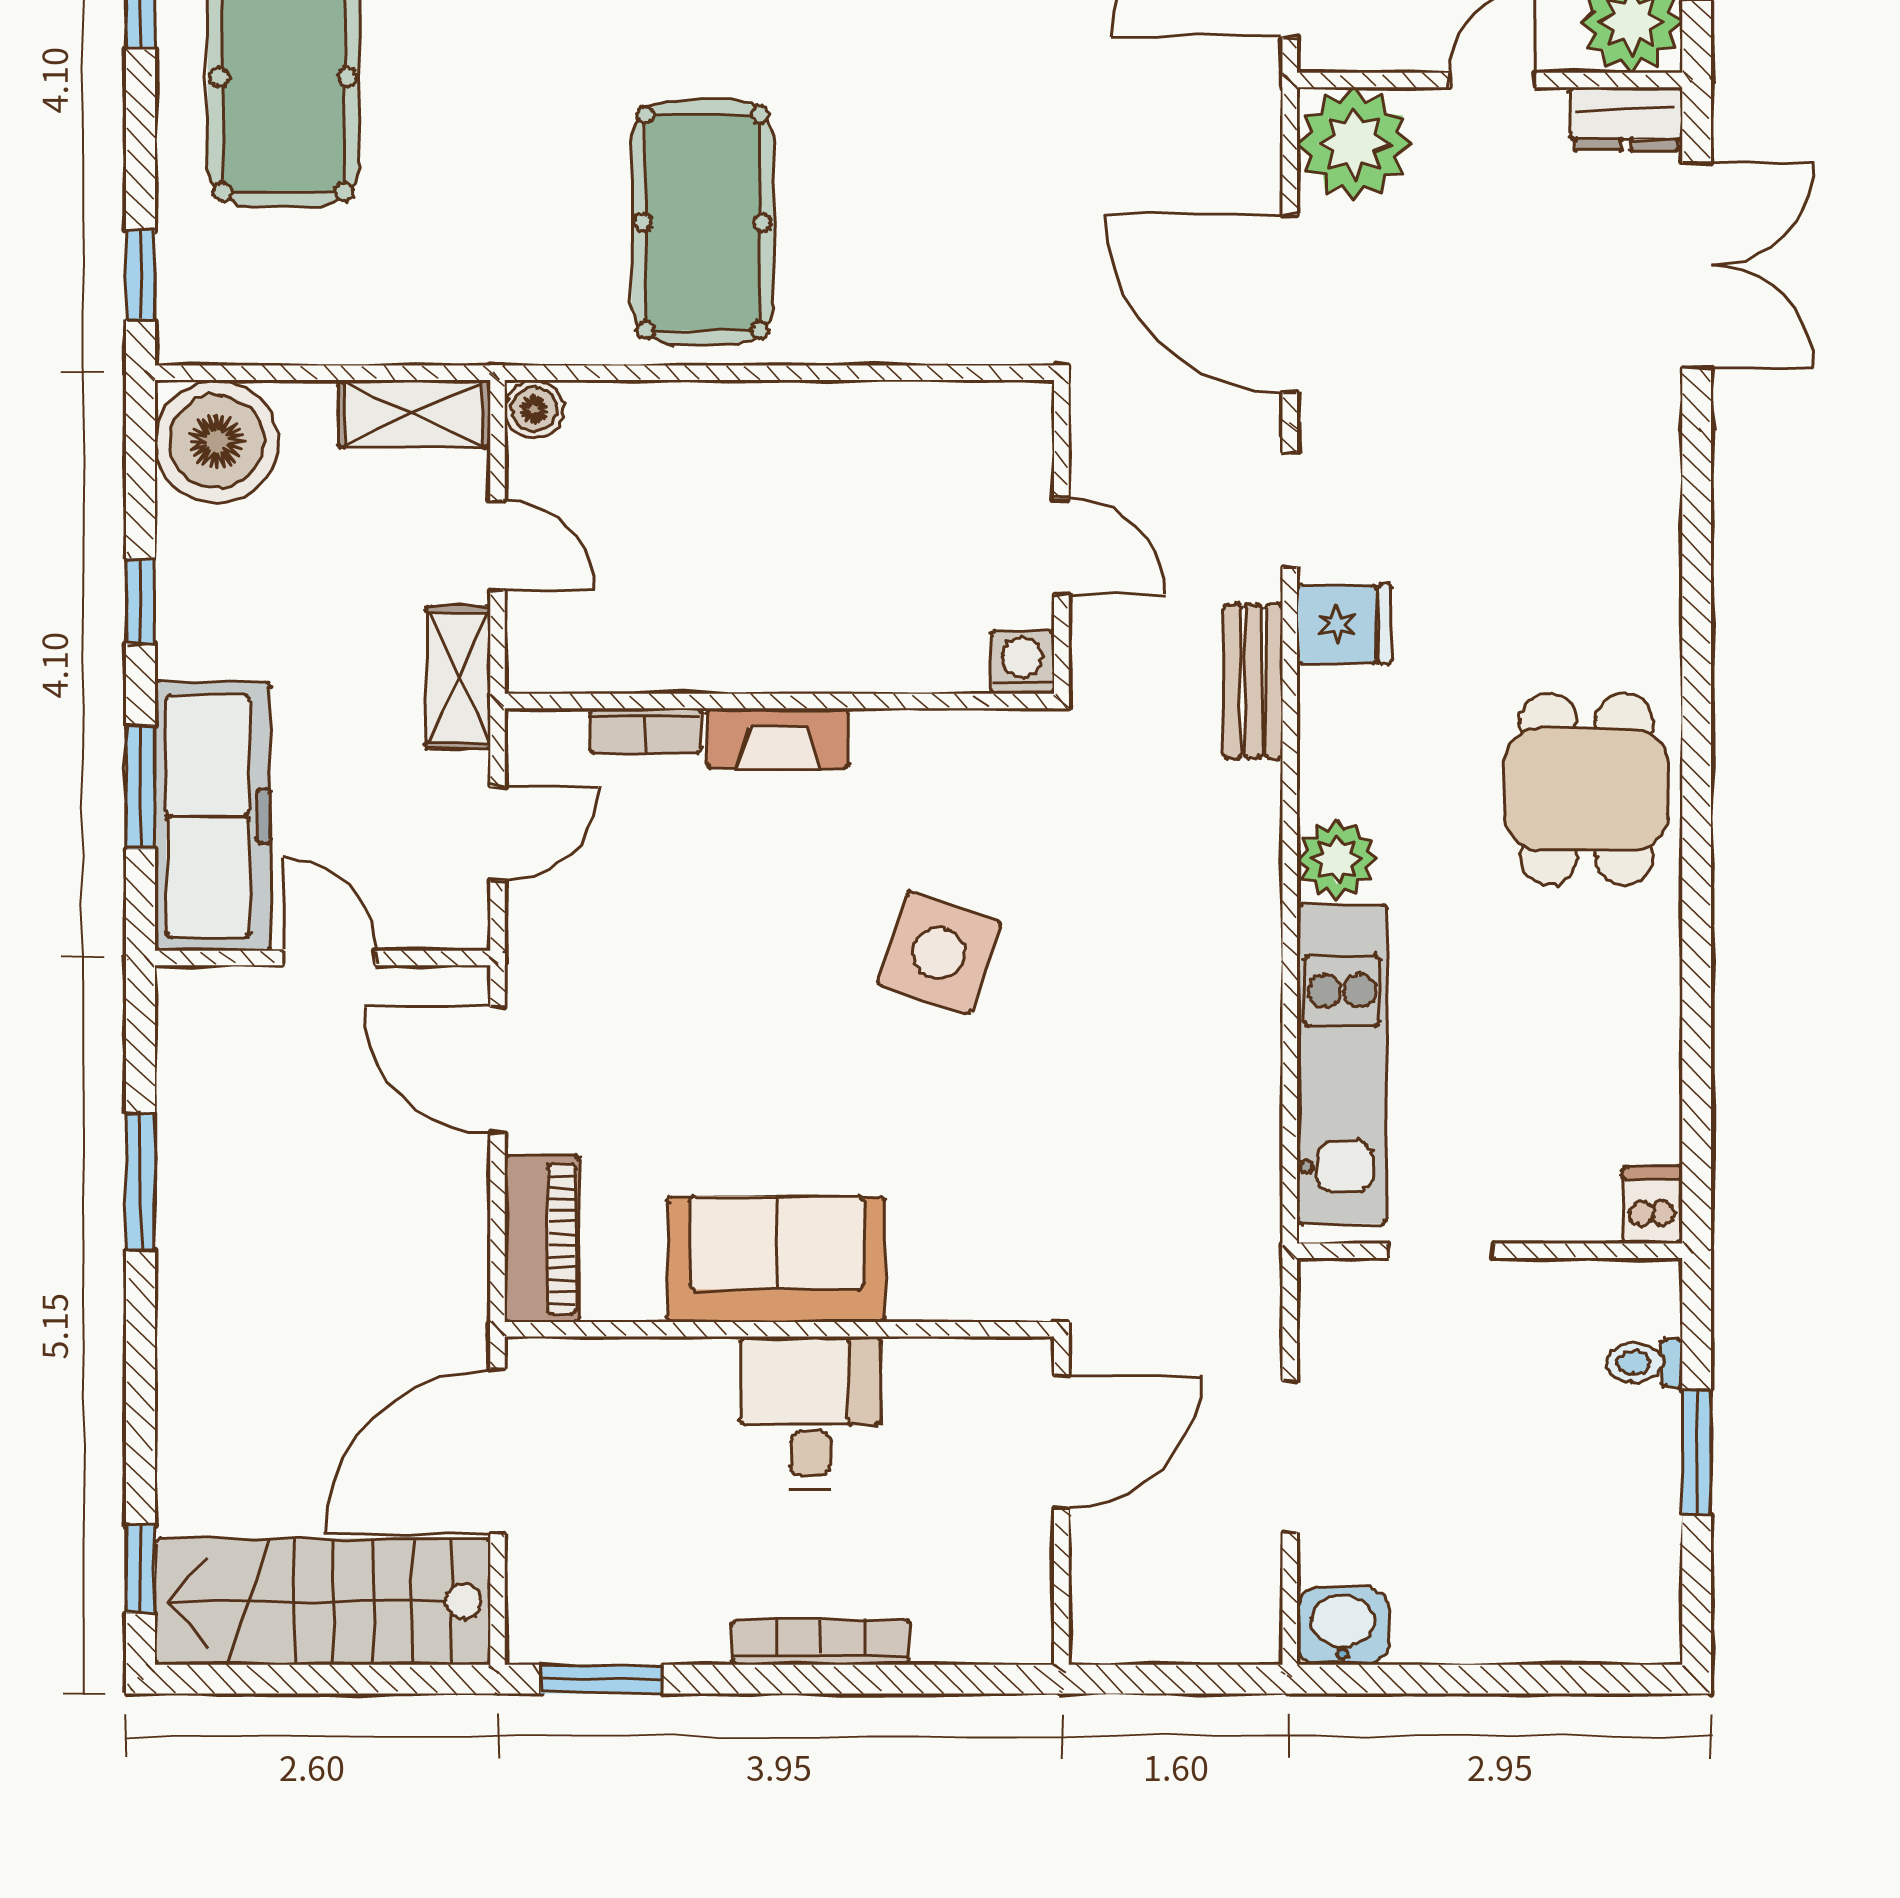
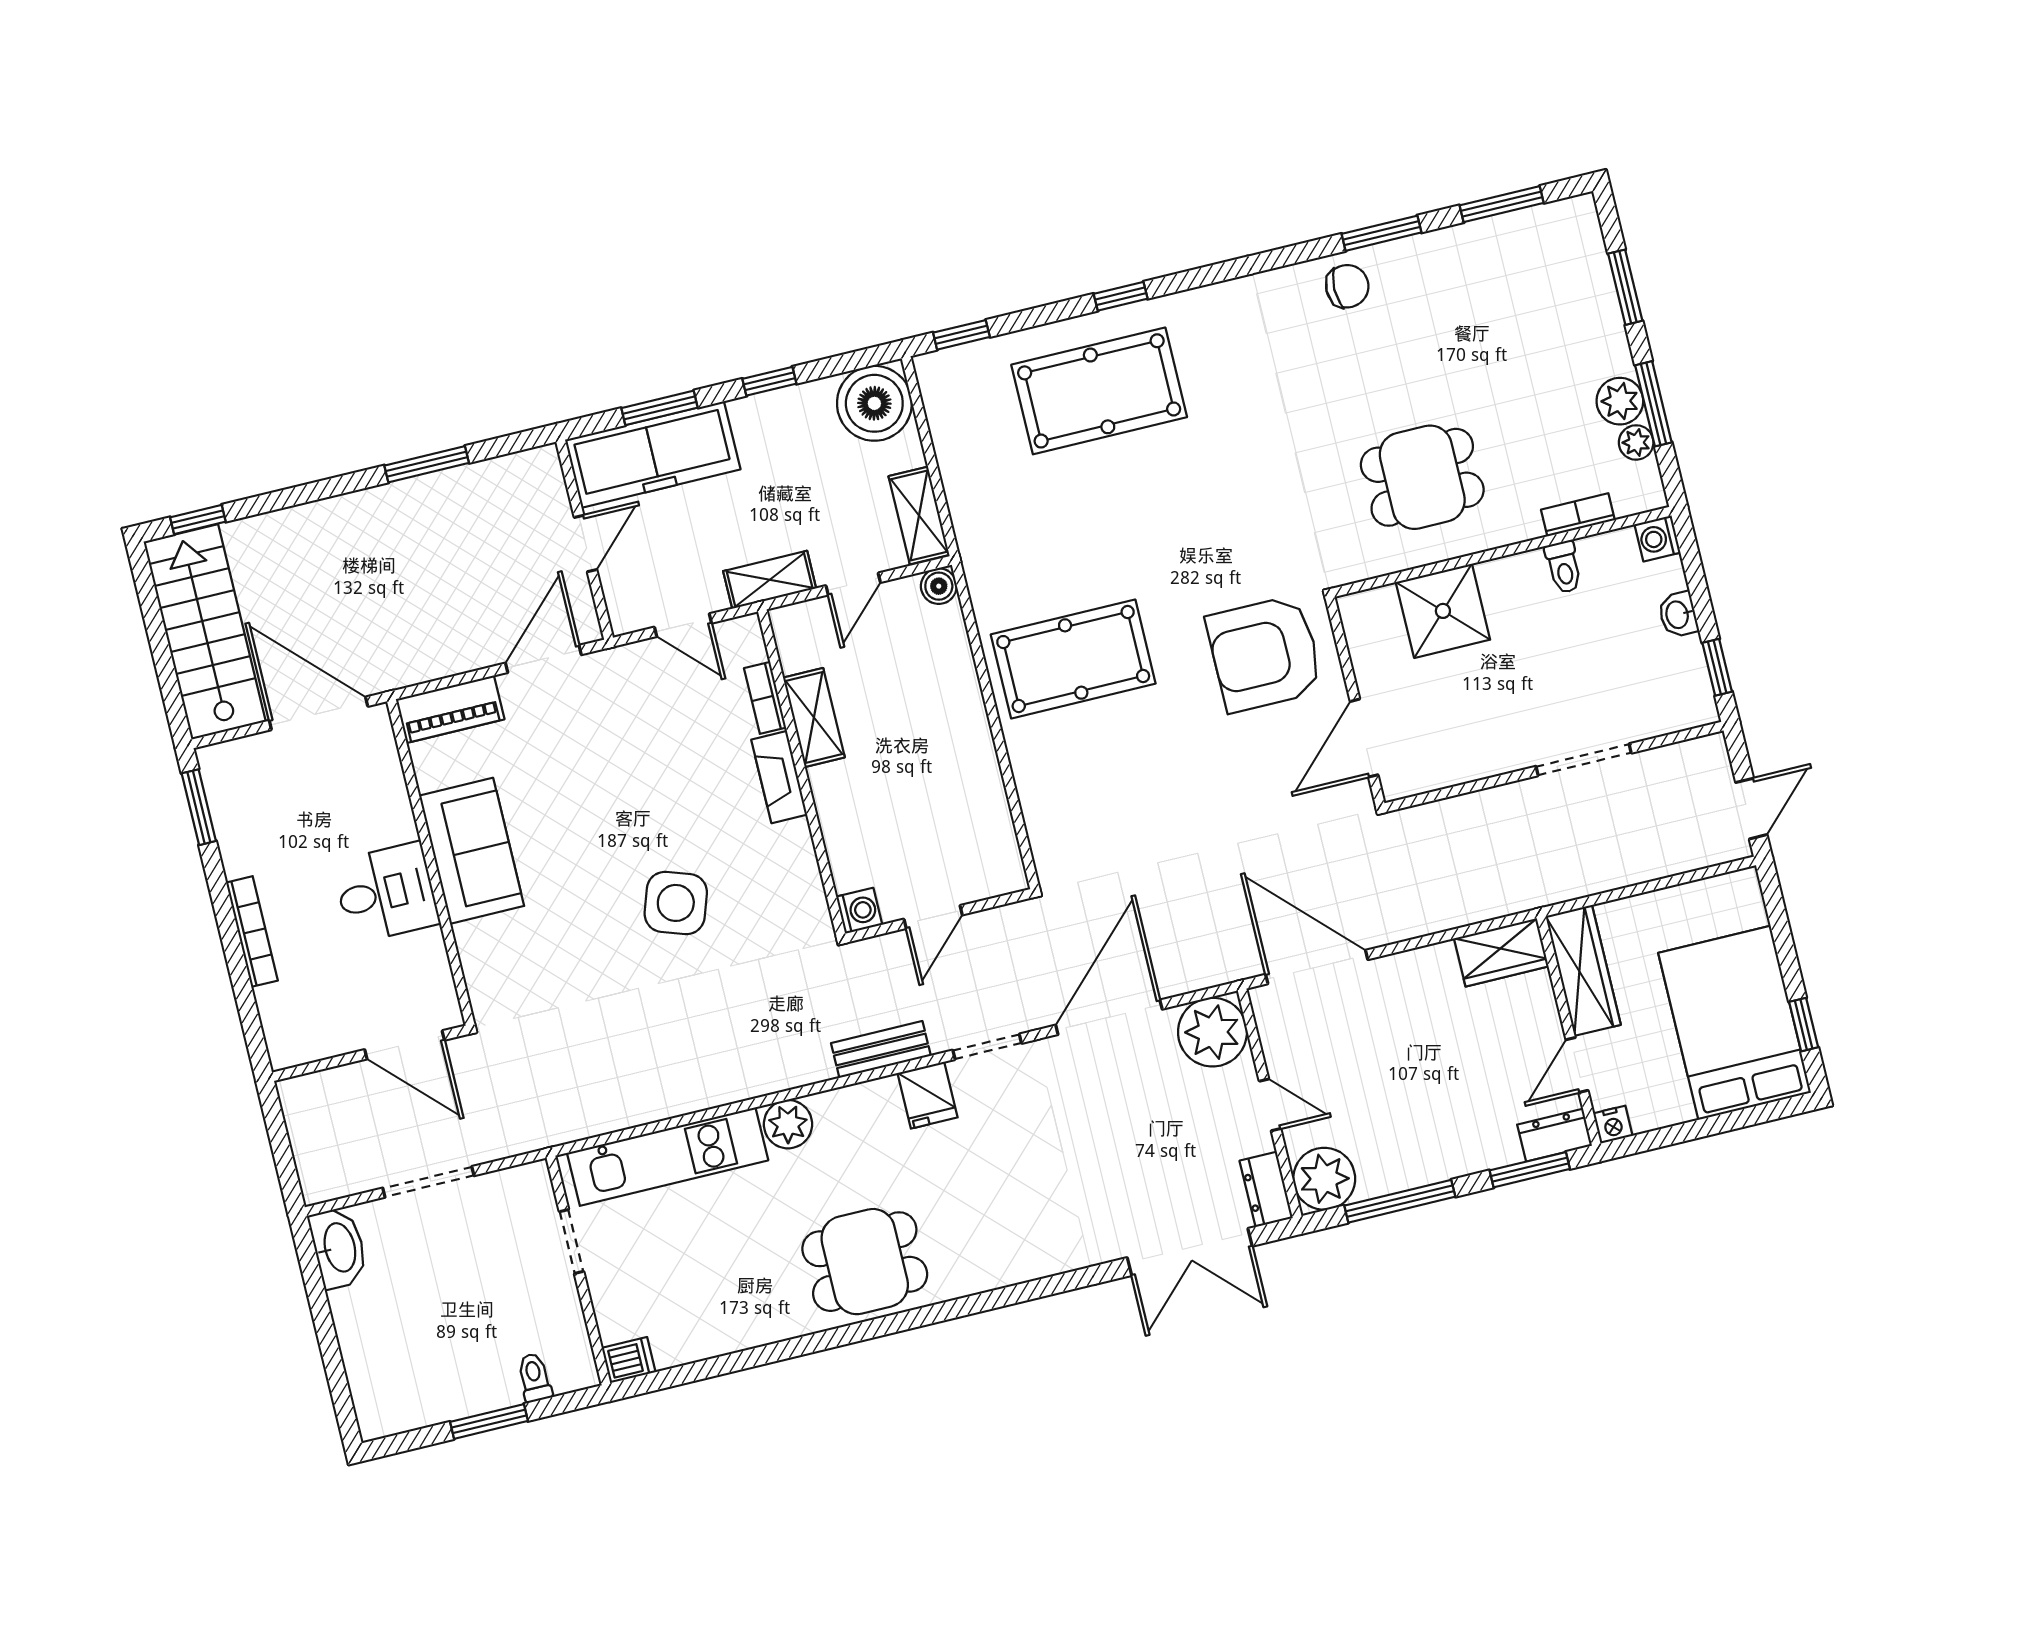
shelving: (696, 660) -> (814, 717), added
washbasin: (1343, 1626) -> (339, 1248), width x1.38

